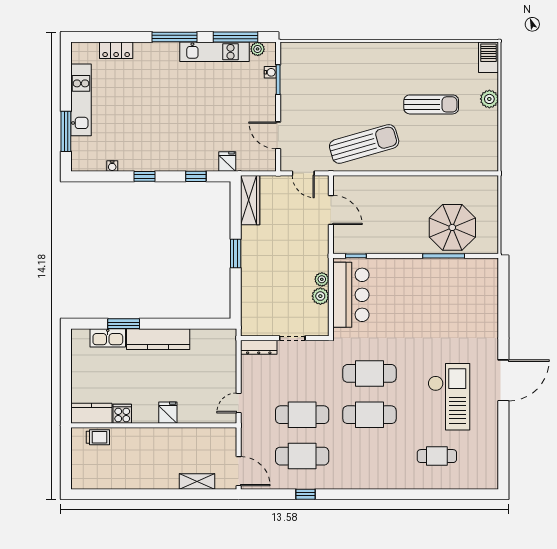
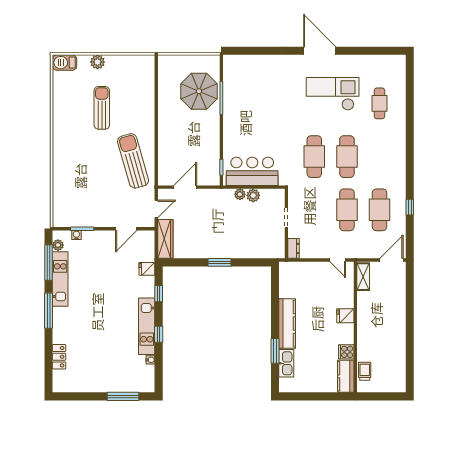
kitchen unit: (81, 100) -> (147, 326), moved, turned -90
wardrobe: (250, 200) -> (165, 239), moved, turned 90
dresser: (259, 347) -> (294, 248), width x0.70
shelving: (197, 481) -> (363, 277), moved

